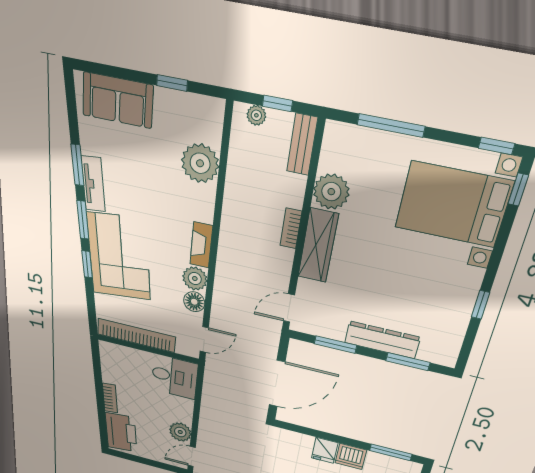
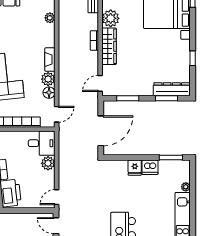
plant: (200, 163) -> (50, 18), width x0.53, depth x0.53
dresser: (382, 340) -> (172, 89), moved
plant: (180, 432) -> (48, 163), moved

